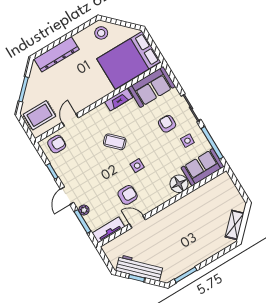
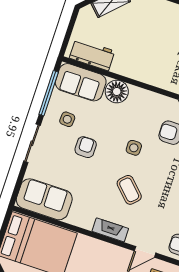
fireplace: (119, 100) -> (110, 230), moved
armchair: (167, 124) -> (86, 147), moved, turned 180
workbench: (213, 188) -> (92, 55), added

